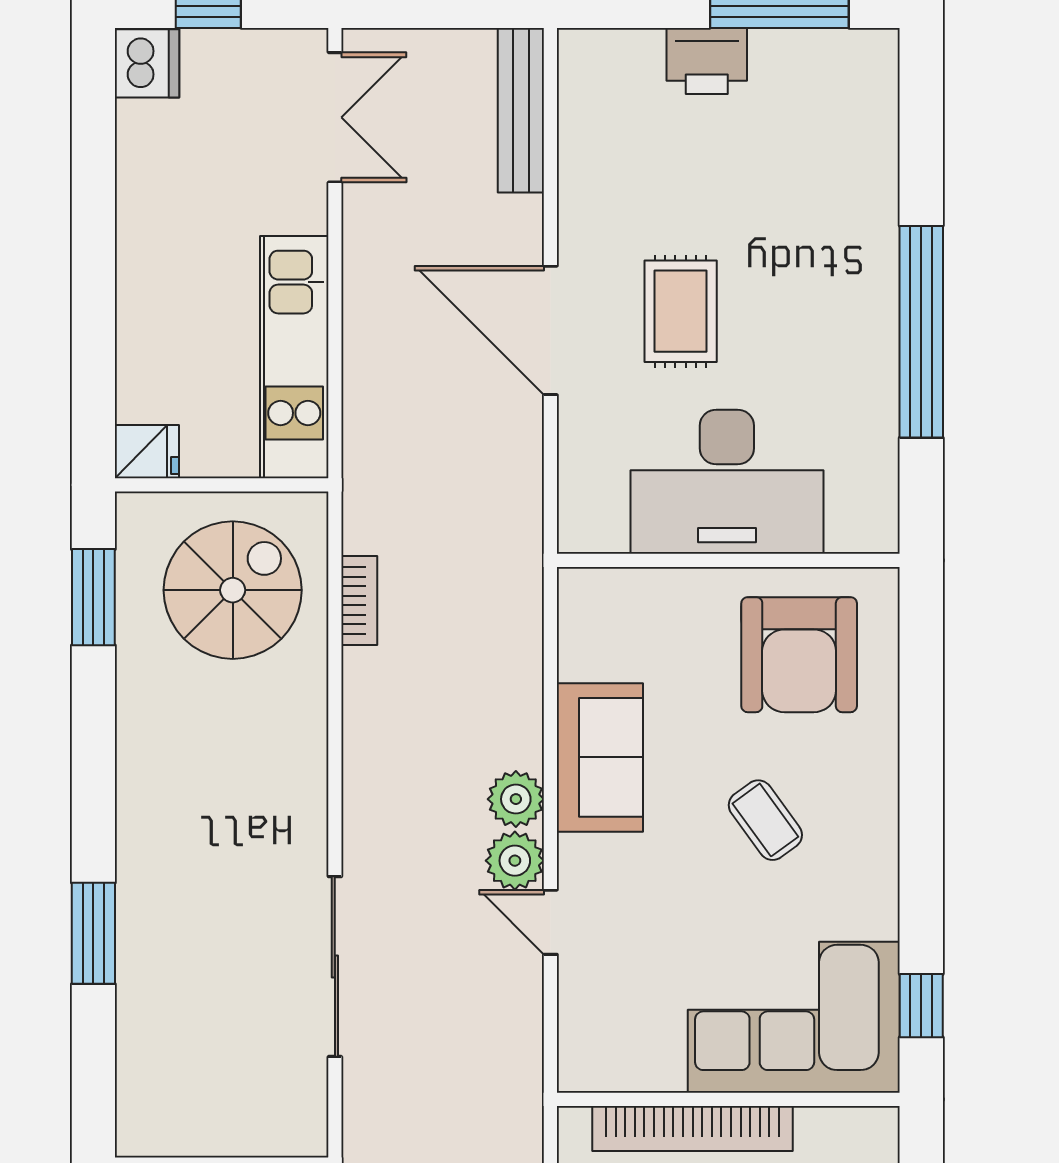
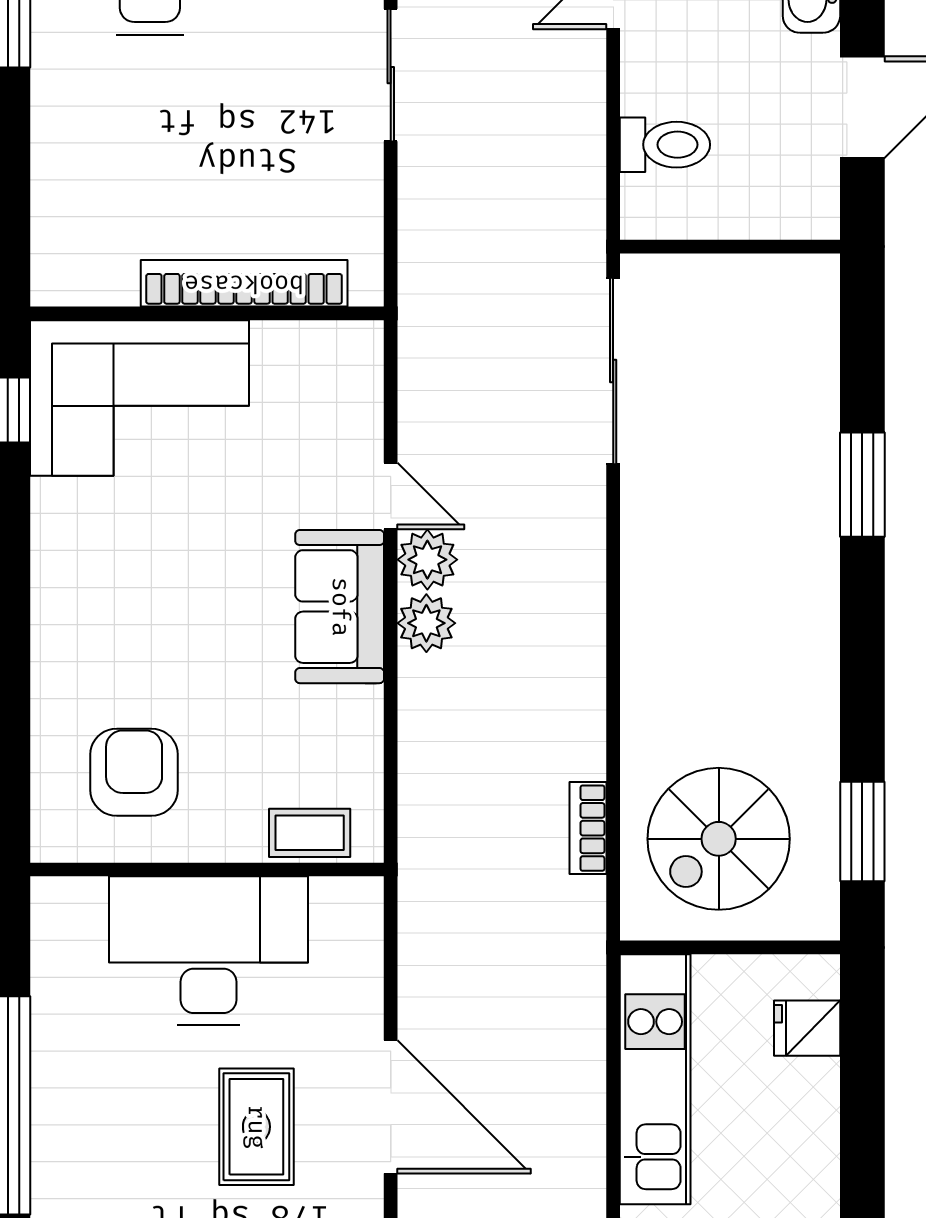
fridge: (147, 452) -> (807, 1028), moved
armchair: (799, 655) -> (134, 772), width x0.73, depth x0.73
sofa: (600, 757) -> (340, 607), moved
coffee table: (765, 820) -> (310, 833), moved, turned -54
sliding door: (335, 967) -> (613, 371), moved

